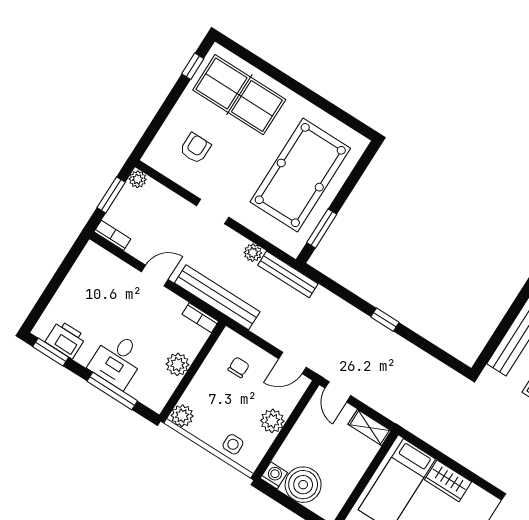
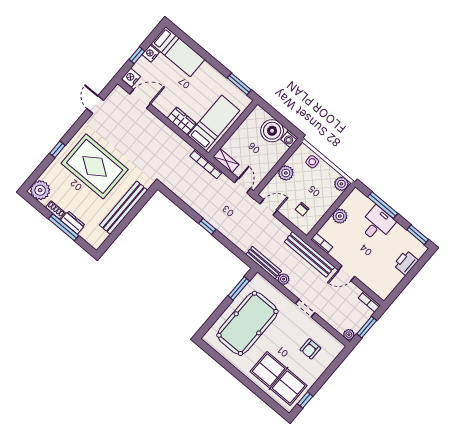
printer: (66, 339) -> (406, 263), moved, turned 90
bookcase: (400, 418) -> (206, 164), added

